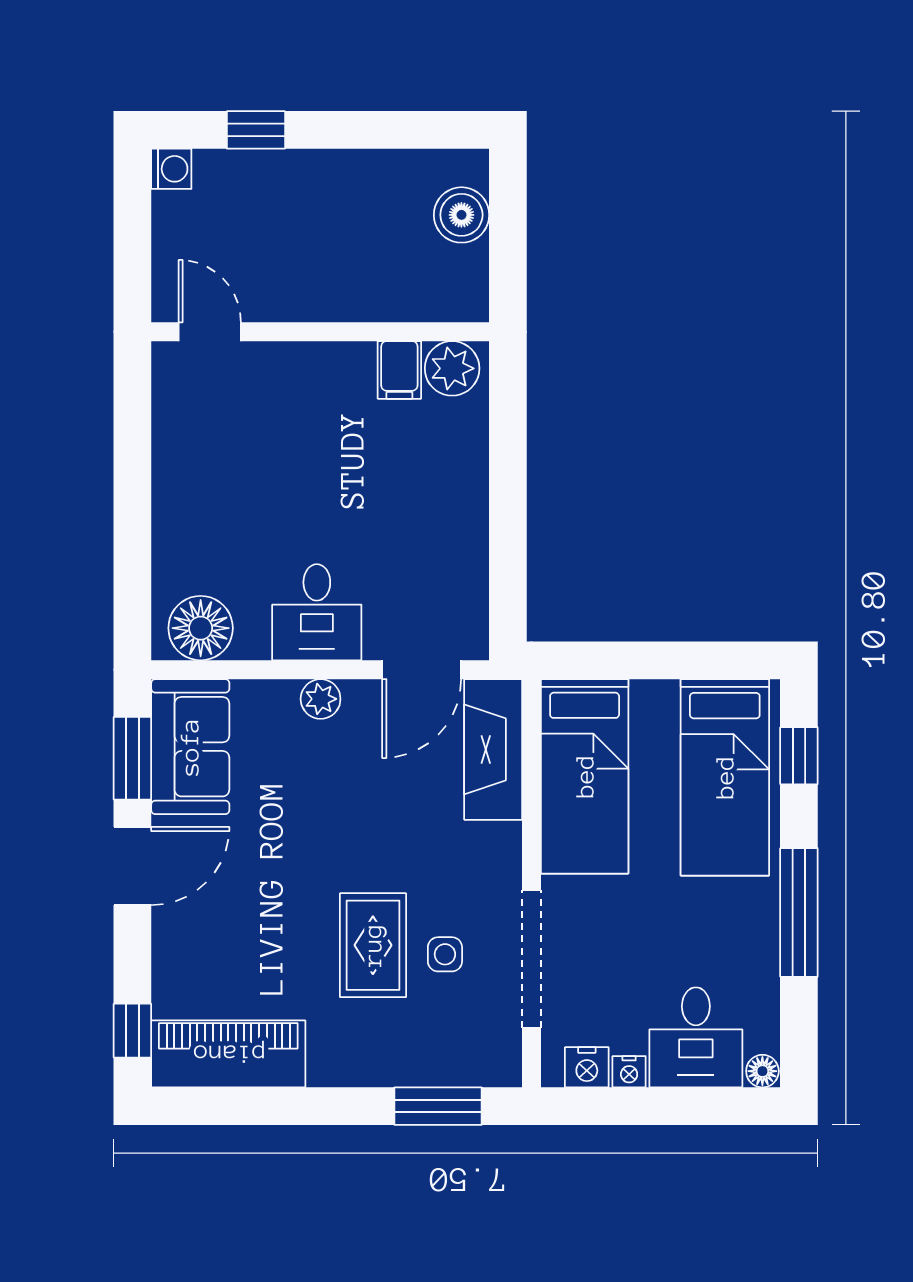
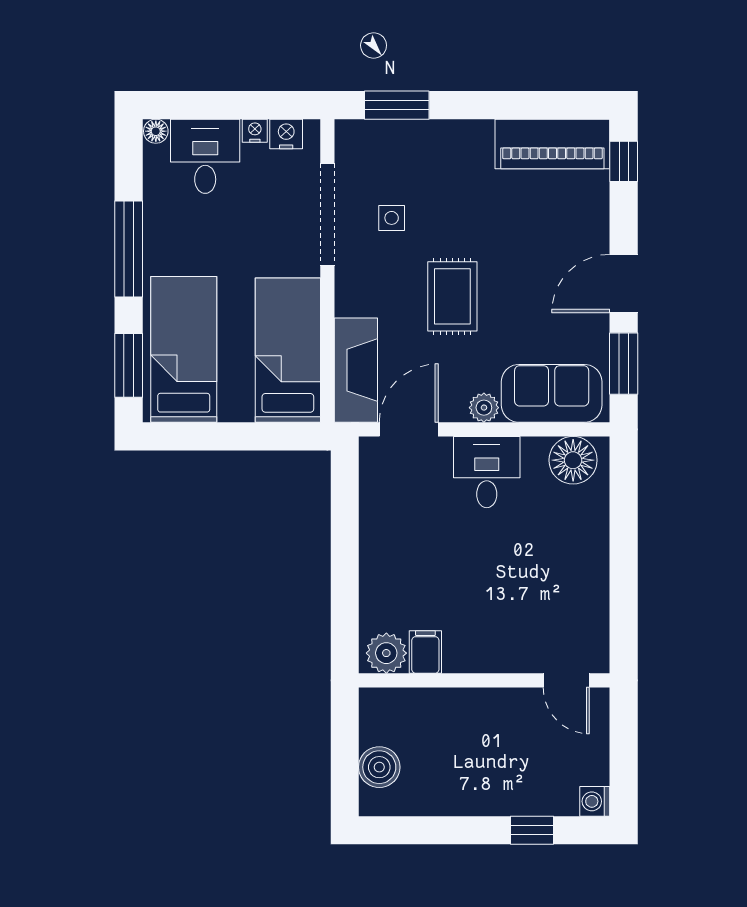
sofa: (190, 747) -> (552, 393), moved, turned 90
window: (799, 756) -> (129, 365), width x1.50
rug: (373, 945) -> (452, 296), moved

